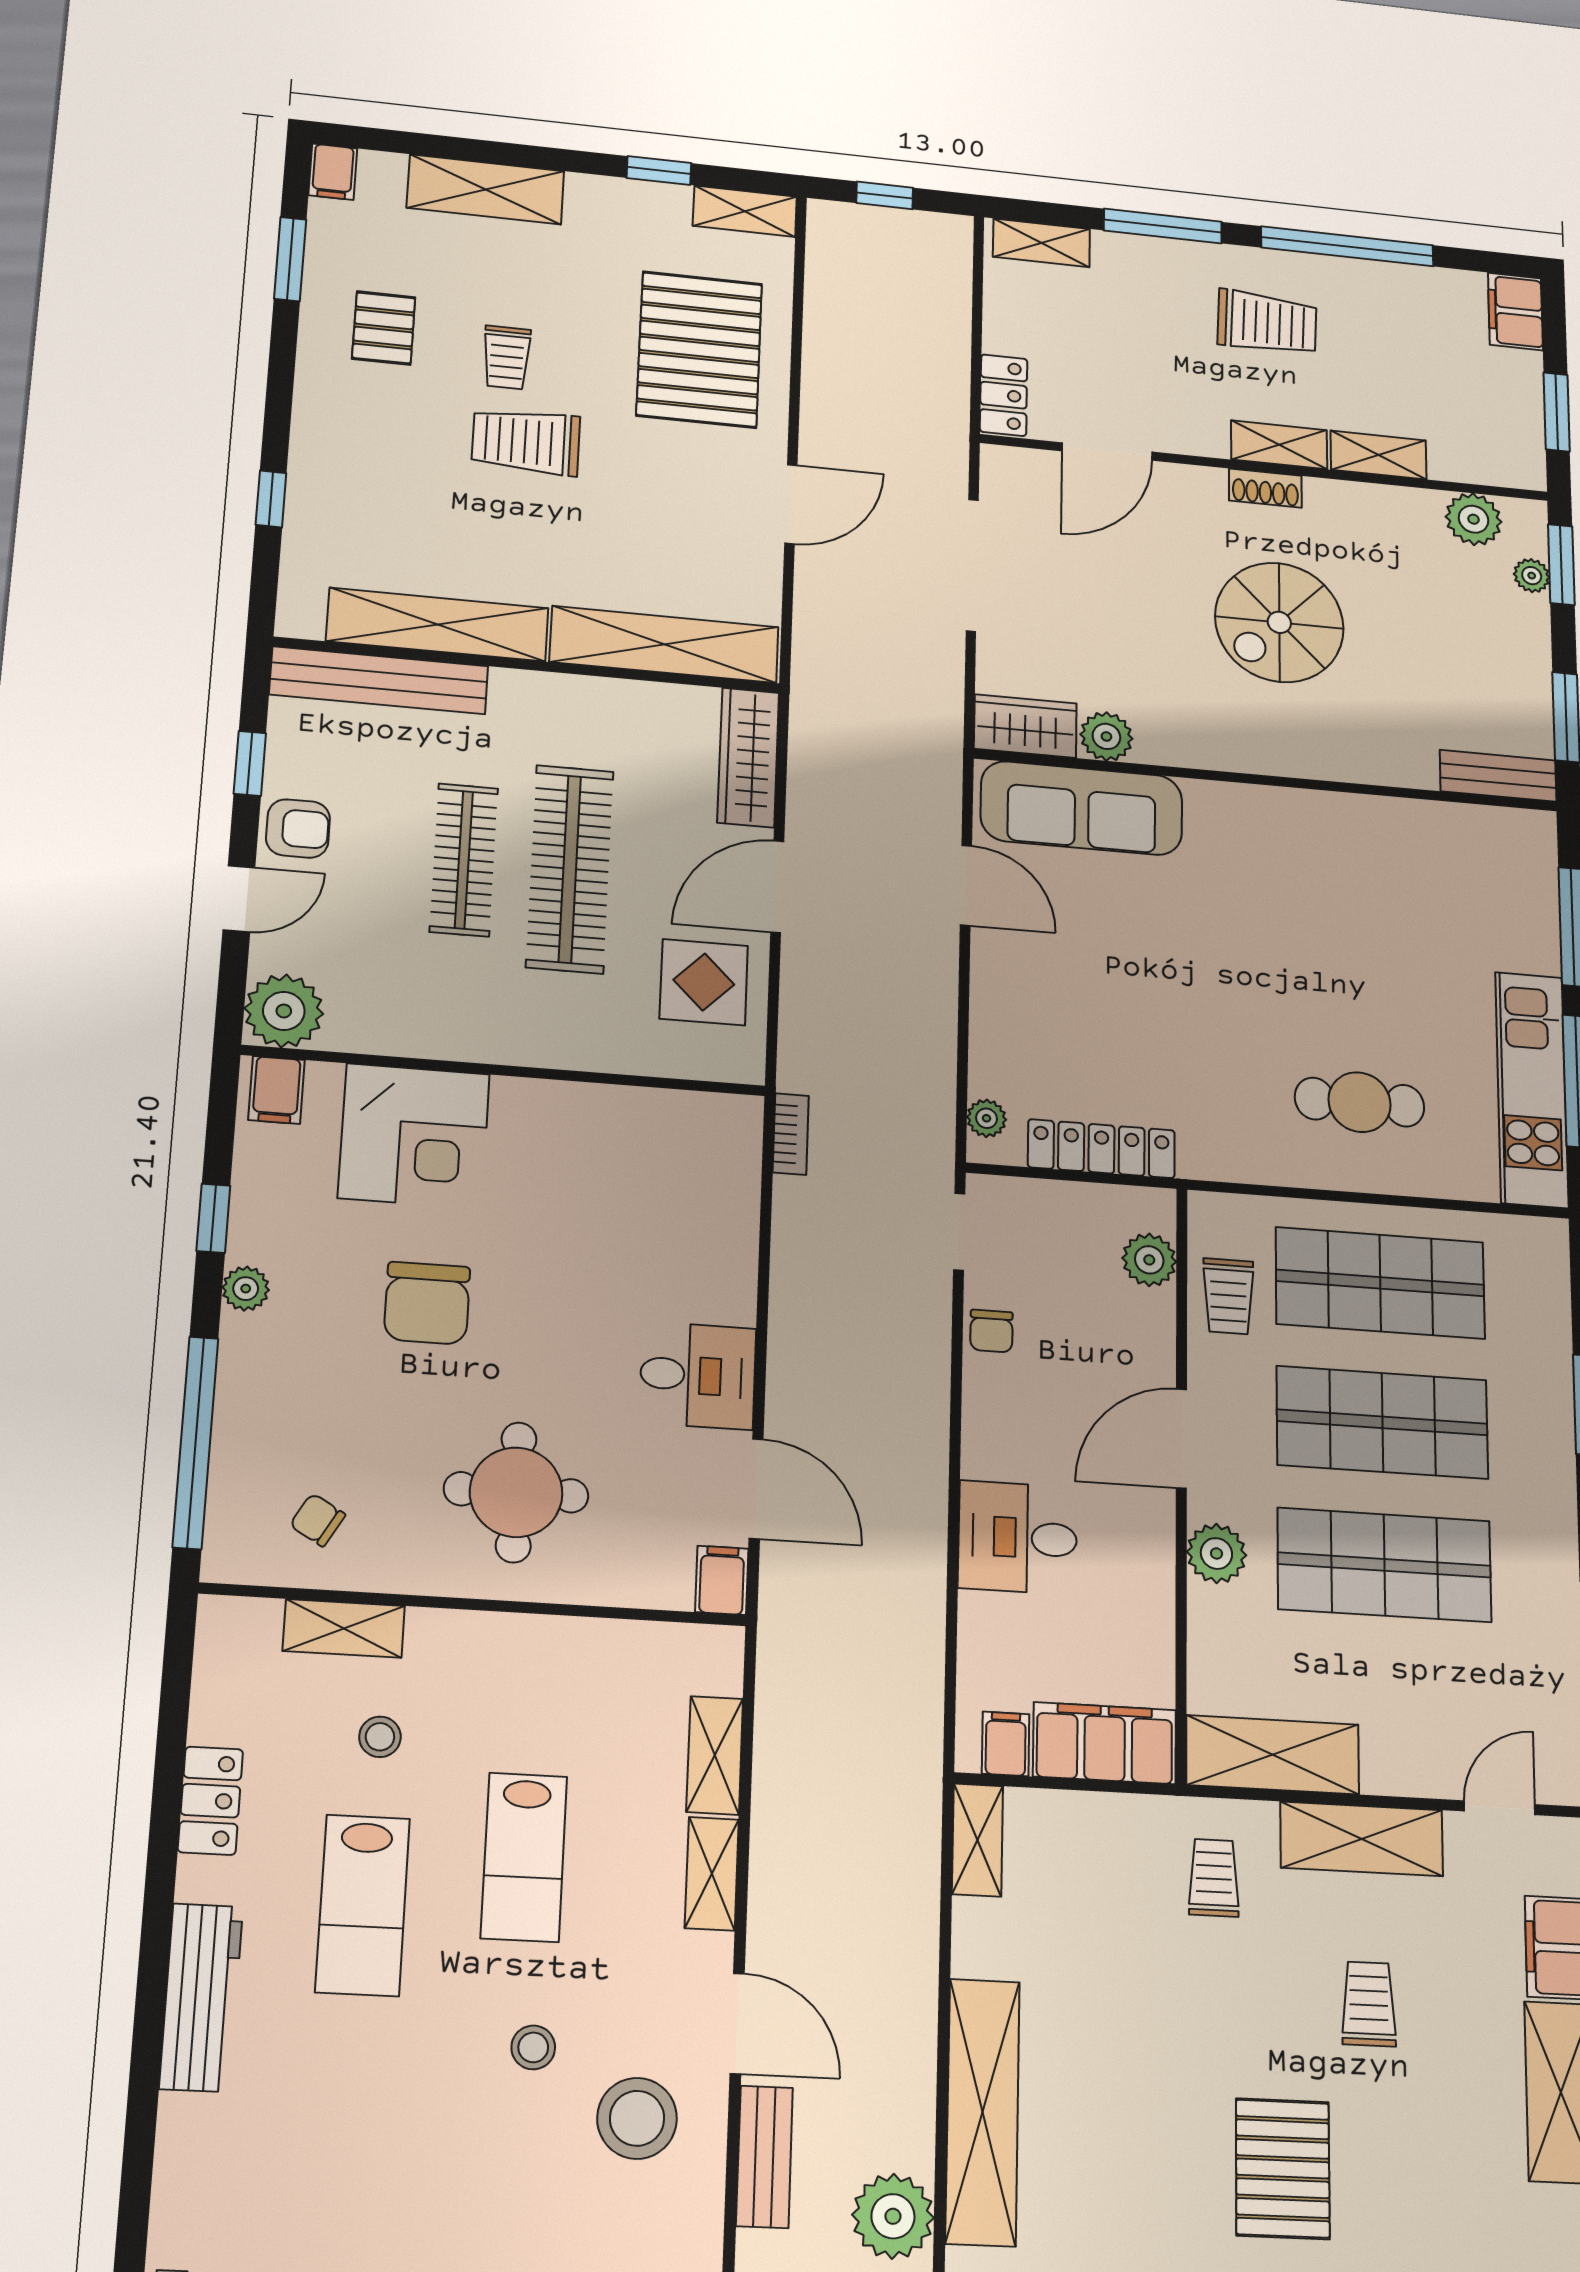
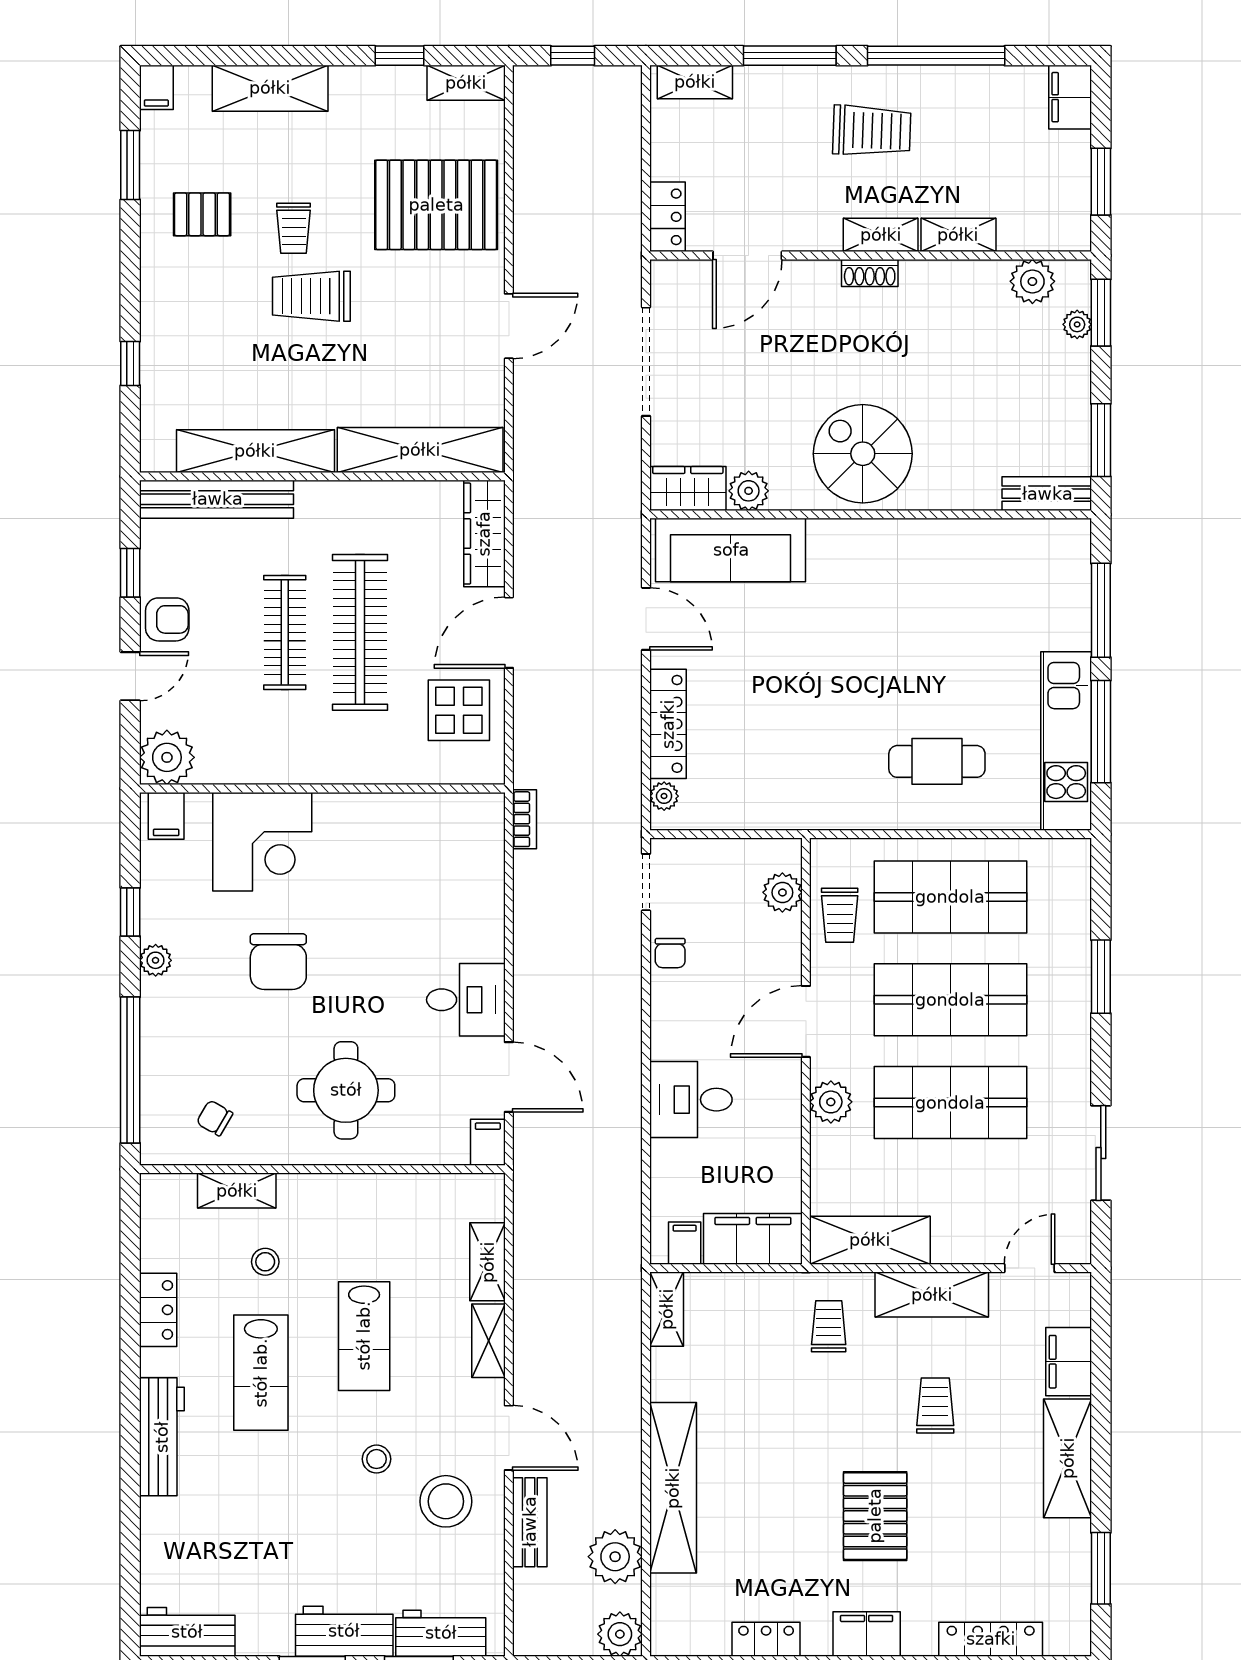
pallet: (384, 328) -> (202, 214), turned 90
pallet: (699, 349) -> (436, 205), turned 90
spiral stairs: (1279, 622) -> (863, 454), moved, turned 90
locker: (1101, 1149) -> (668, 724), moved, turned 90

